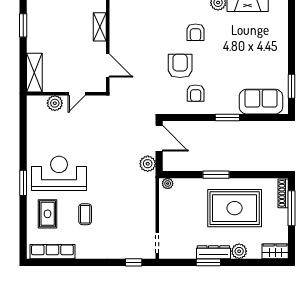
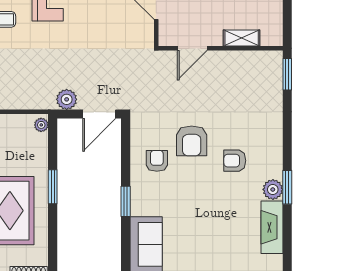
armchair: (180, 66) -> (192, 141), turned 90
armchair: (196, 93) -> (157, 161), turned 90

